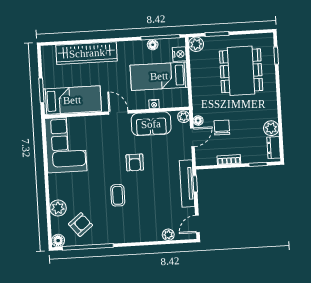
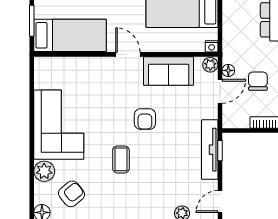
nightstand: (154, 104) -> (212, 46), moved
corner sofa: (66, 145) -> (59, 125), moved

